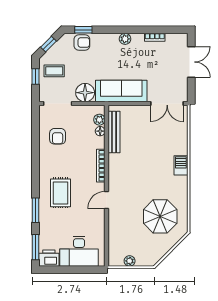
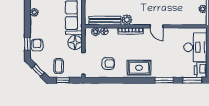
plant: (115, 161) -> (127, 20), added
rug: (60, 193) -> (139, 68), moved

